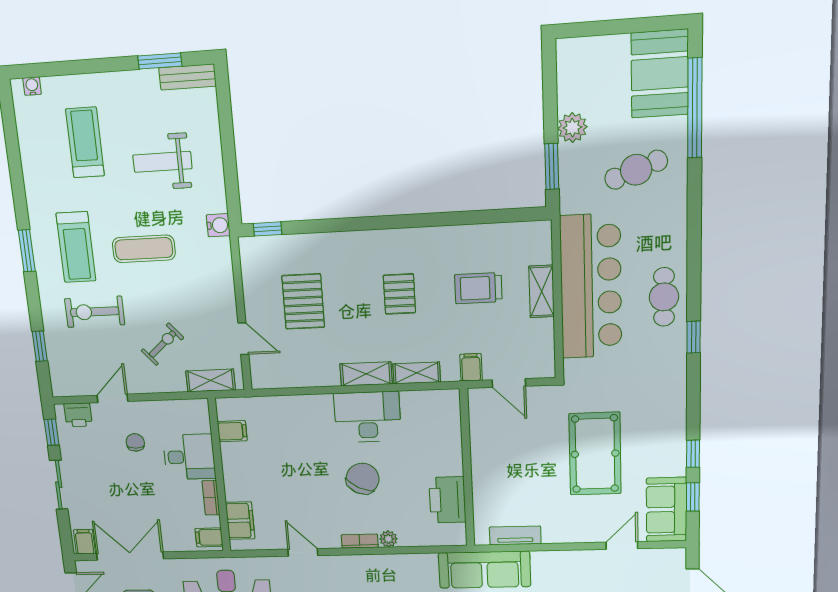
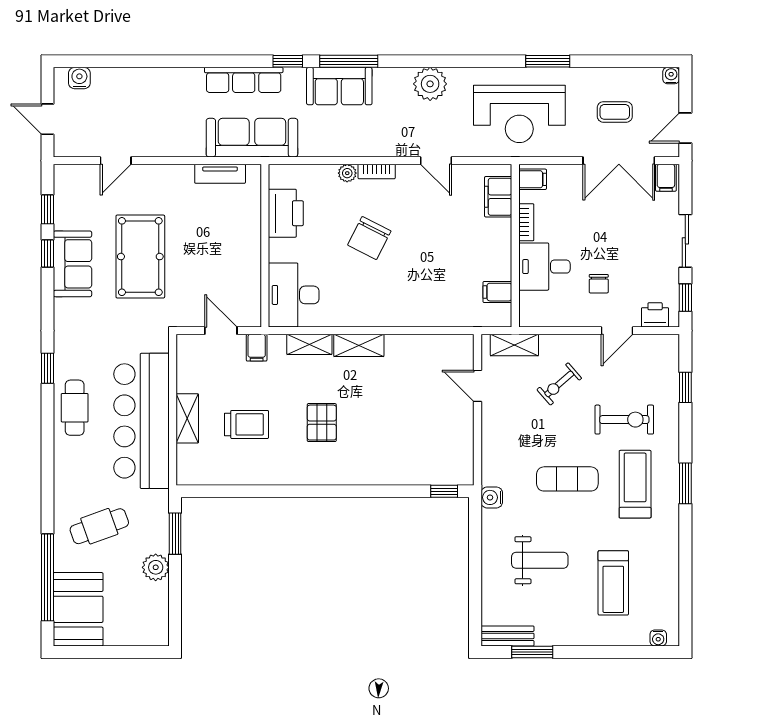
pallet: (303, 302) -> (415, 420), removed
desk: (367, 417) -> (294, 295), moved, turned 90
sofa: (666, 510) -> (72, 264), moved

